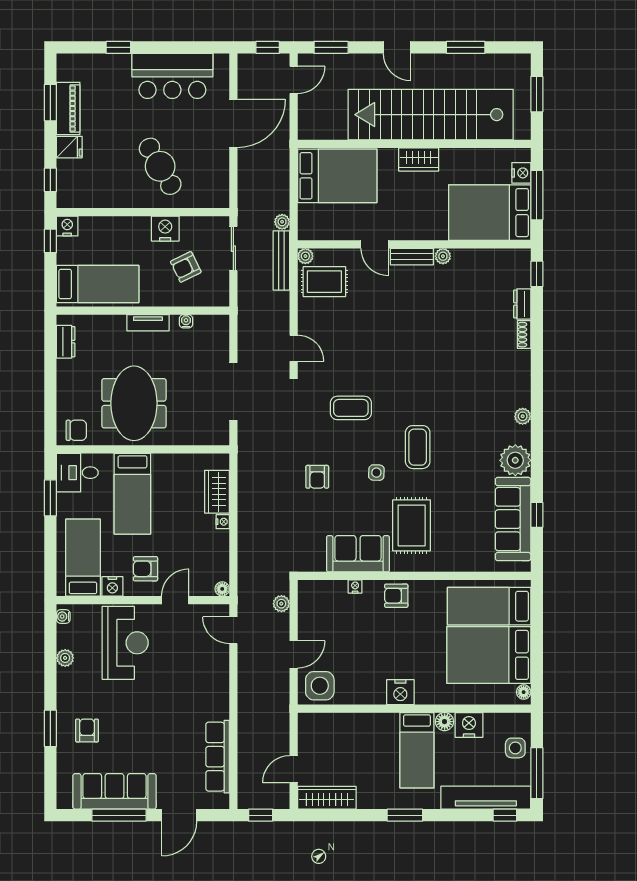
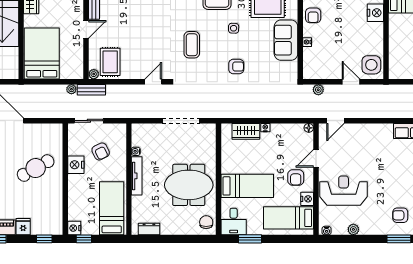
bench: (281, 260) -> (91, 90), width x0.73
tv unit: (148, 323) -> (137, 176), width x1.41
door: (175, 600) -> (316, 158), hinge flipped

